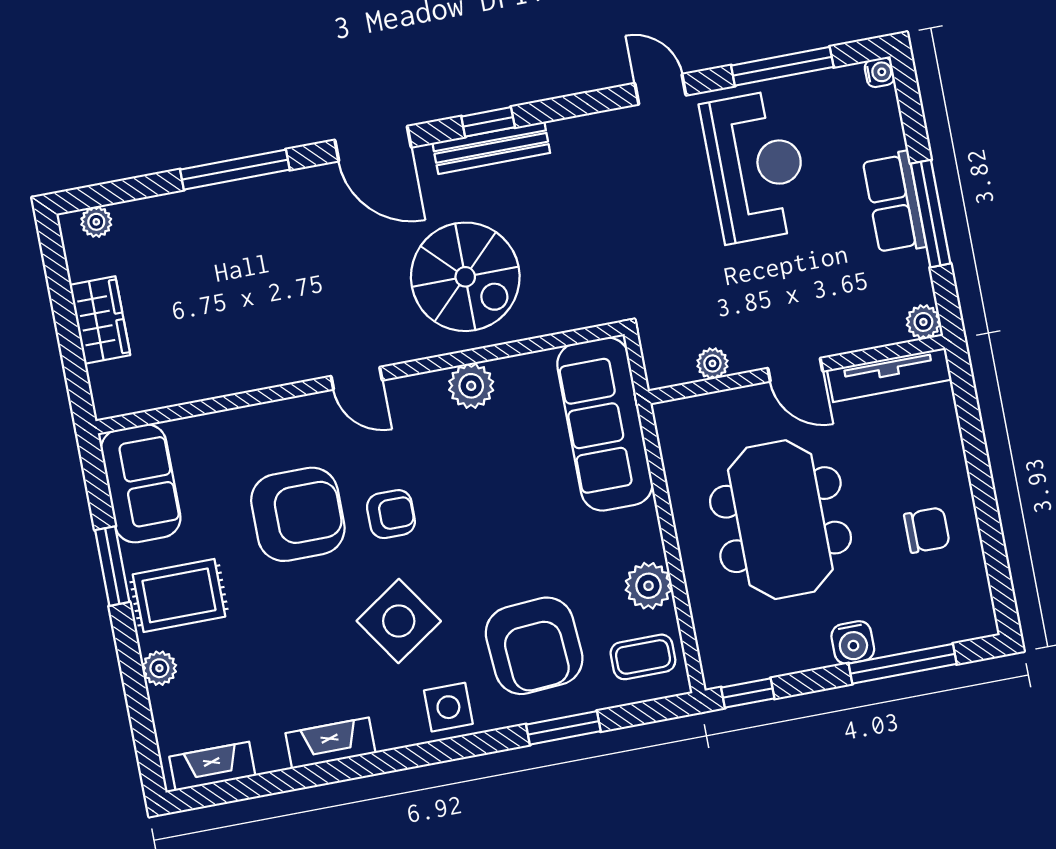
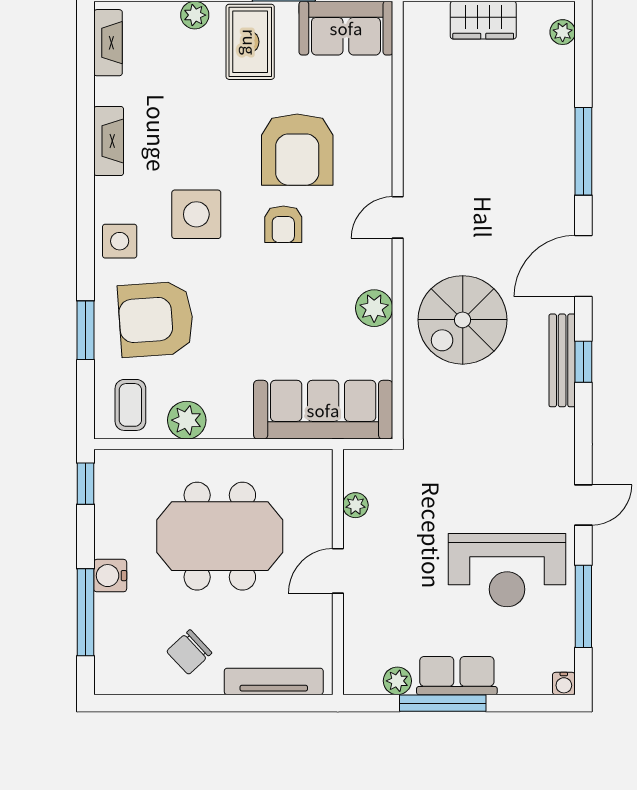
plant: (923, 322) -> (397, 681), moved
tv unit: (889, 375) -> (274, 681), moved, turned 90
chair: (927, 530) -> (189, 652), turned 47
side table: (399, 621) -> (196, 214), turned 34

